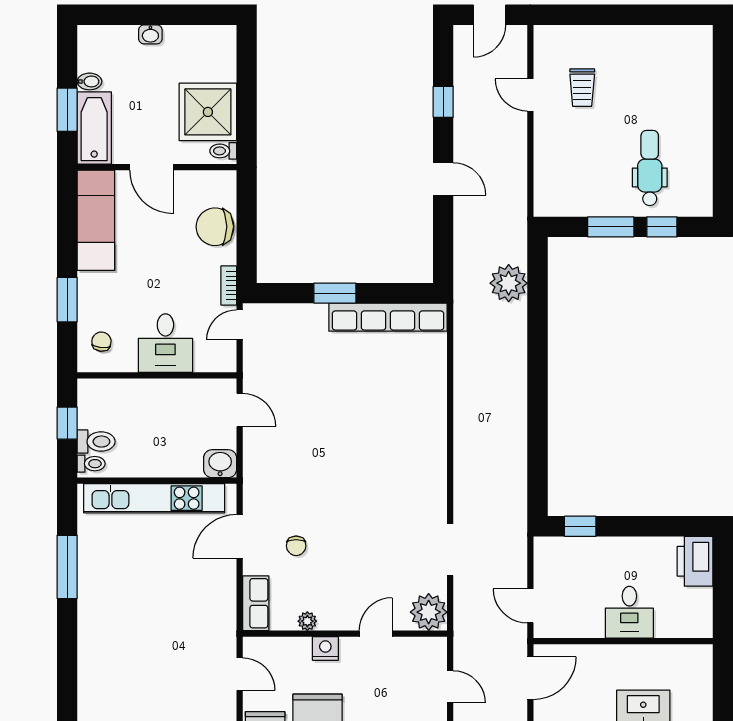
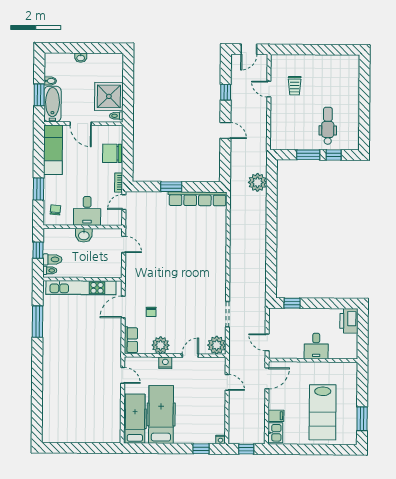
washbasin: (220, 464) -> (84, 235), moved, turned 180
plant: (307, 621) -> (161, 345), width x1.88, depth x1.88

